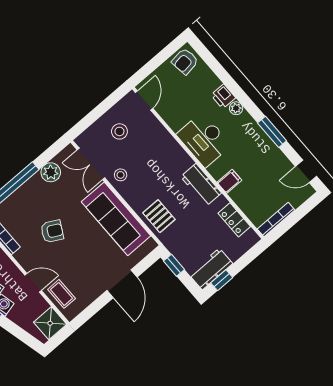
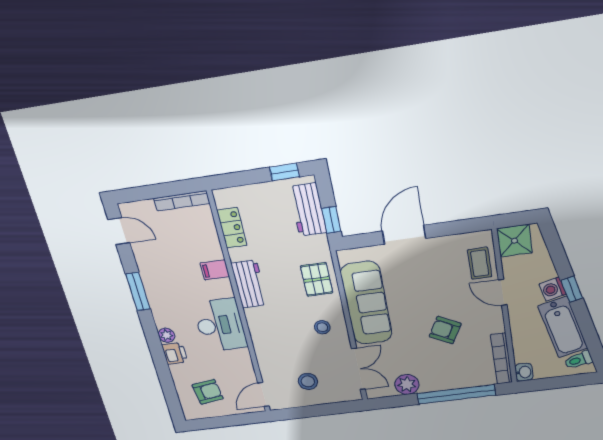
armchair: (185, 61) -> (208, 392), moved
stool: (121, 175) -> (322, 327), moved
workbench: (211, 269) -> (308, 210), moved, turned 90

